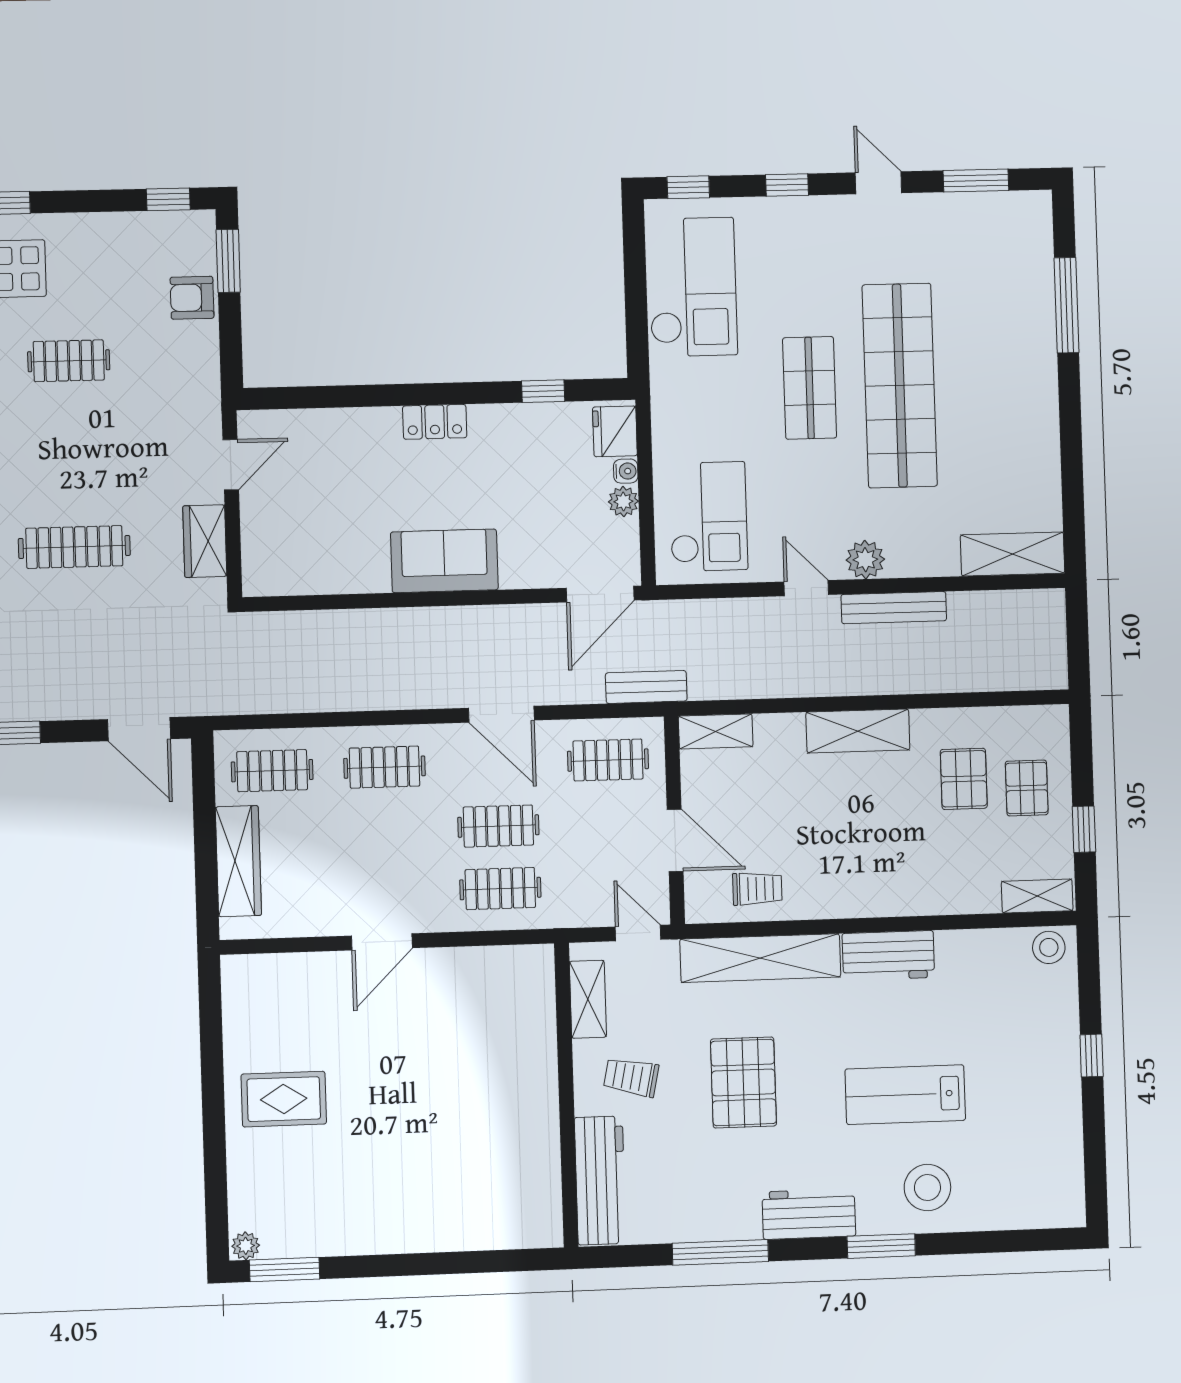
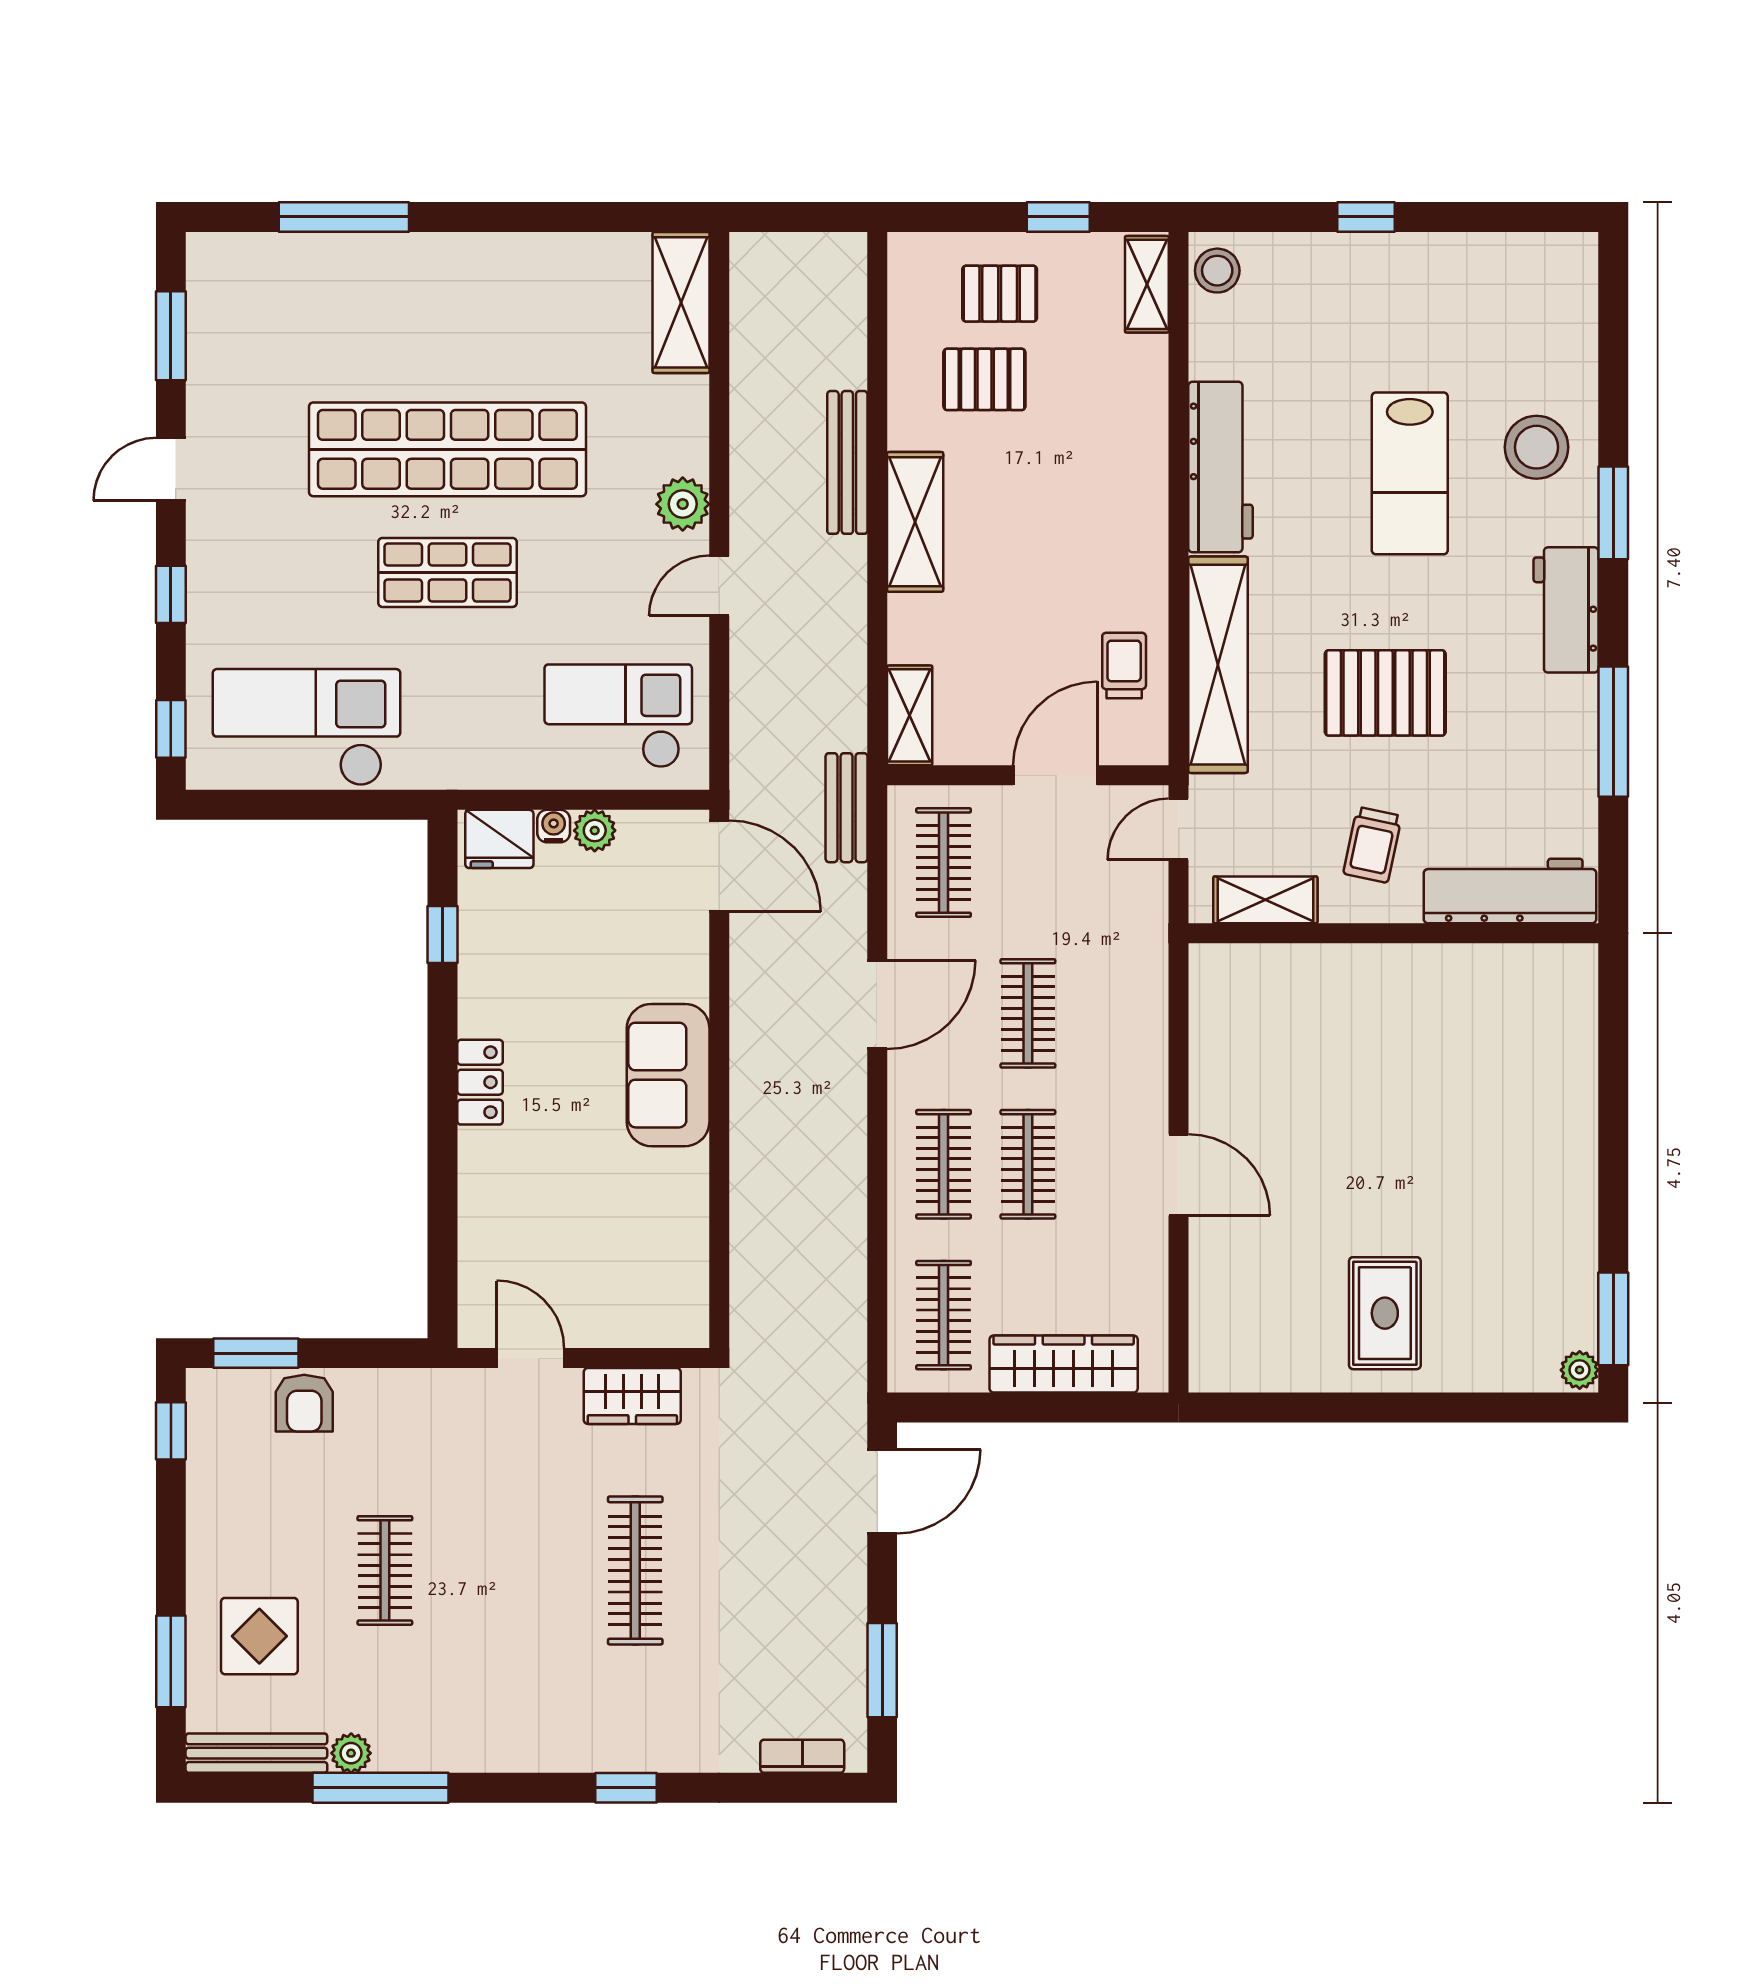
bench: (894, 608) -> (847, 462), moved
clothes rail: (500, 889) -> (1028, 1164), moved
workbench: (888, 955) -> (1220, 467), width x1.38

